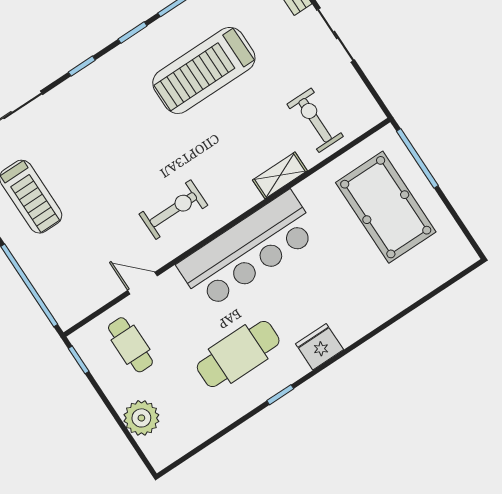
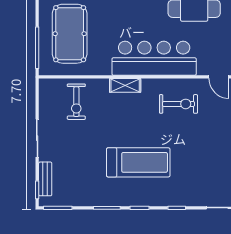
treadmill: (204, 70) -> (138, 162), moved
shelving: (280, 175) -> (125, 85), moved
exercise bike: (173, 210) -> (178, 104), turned 180

